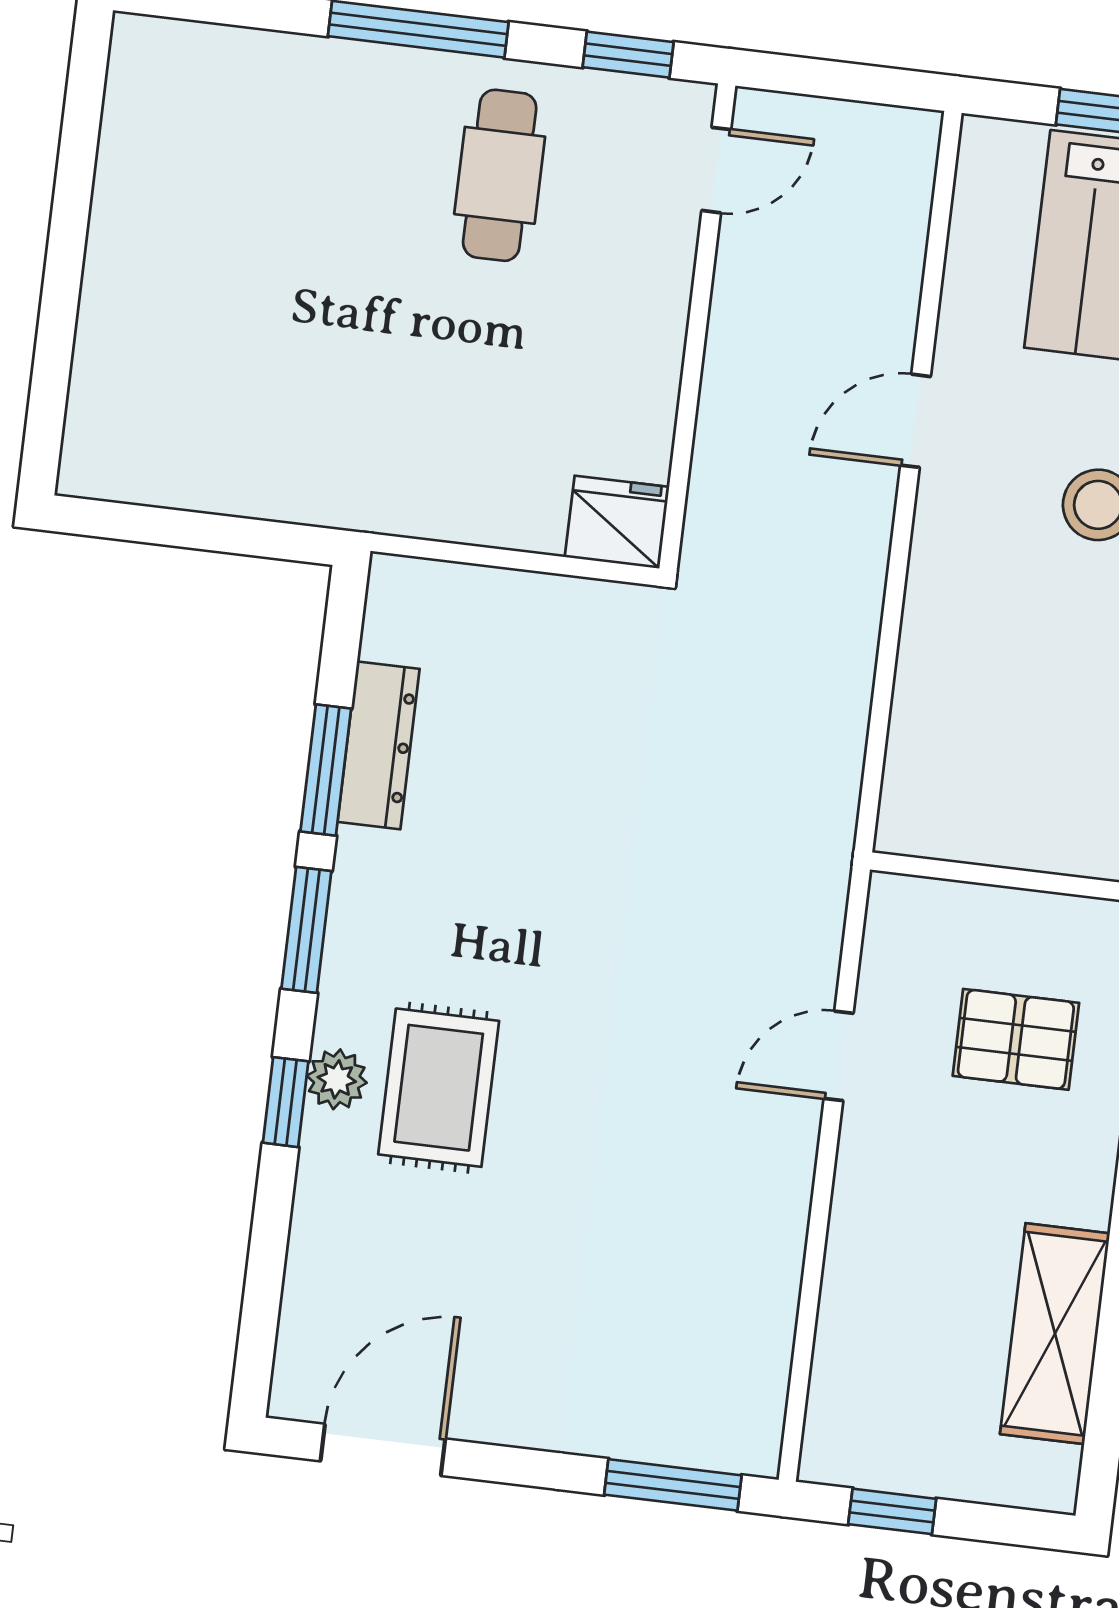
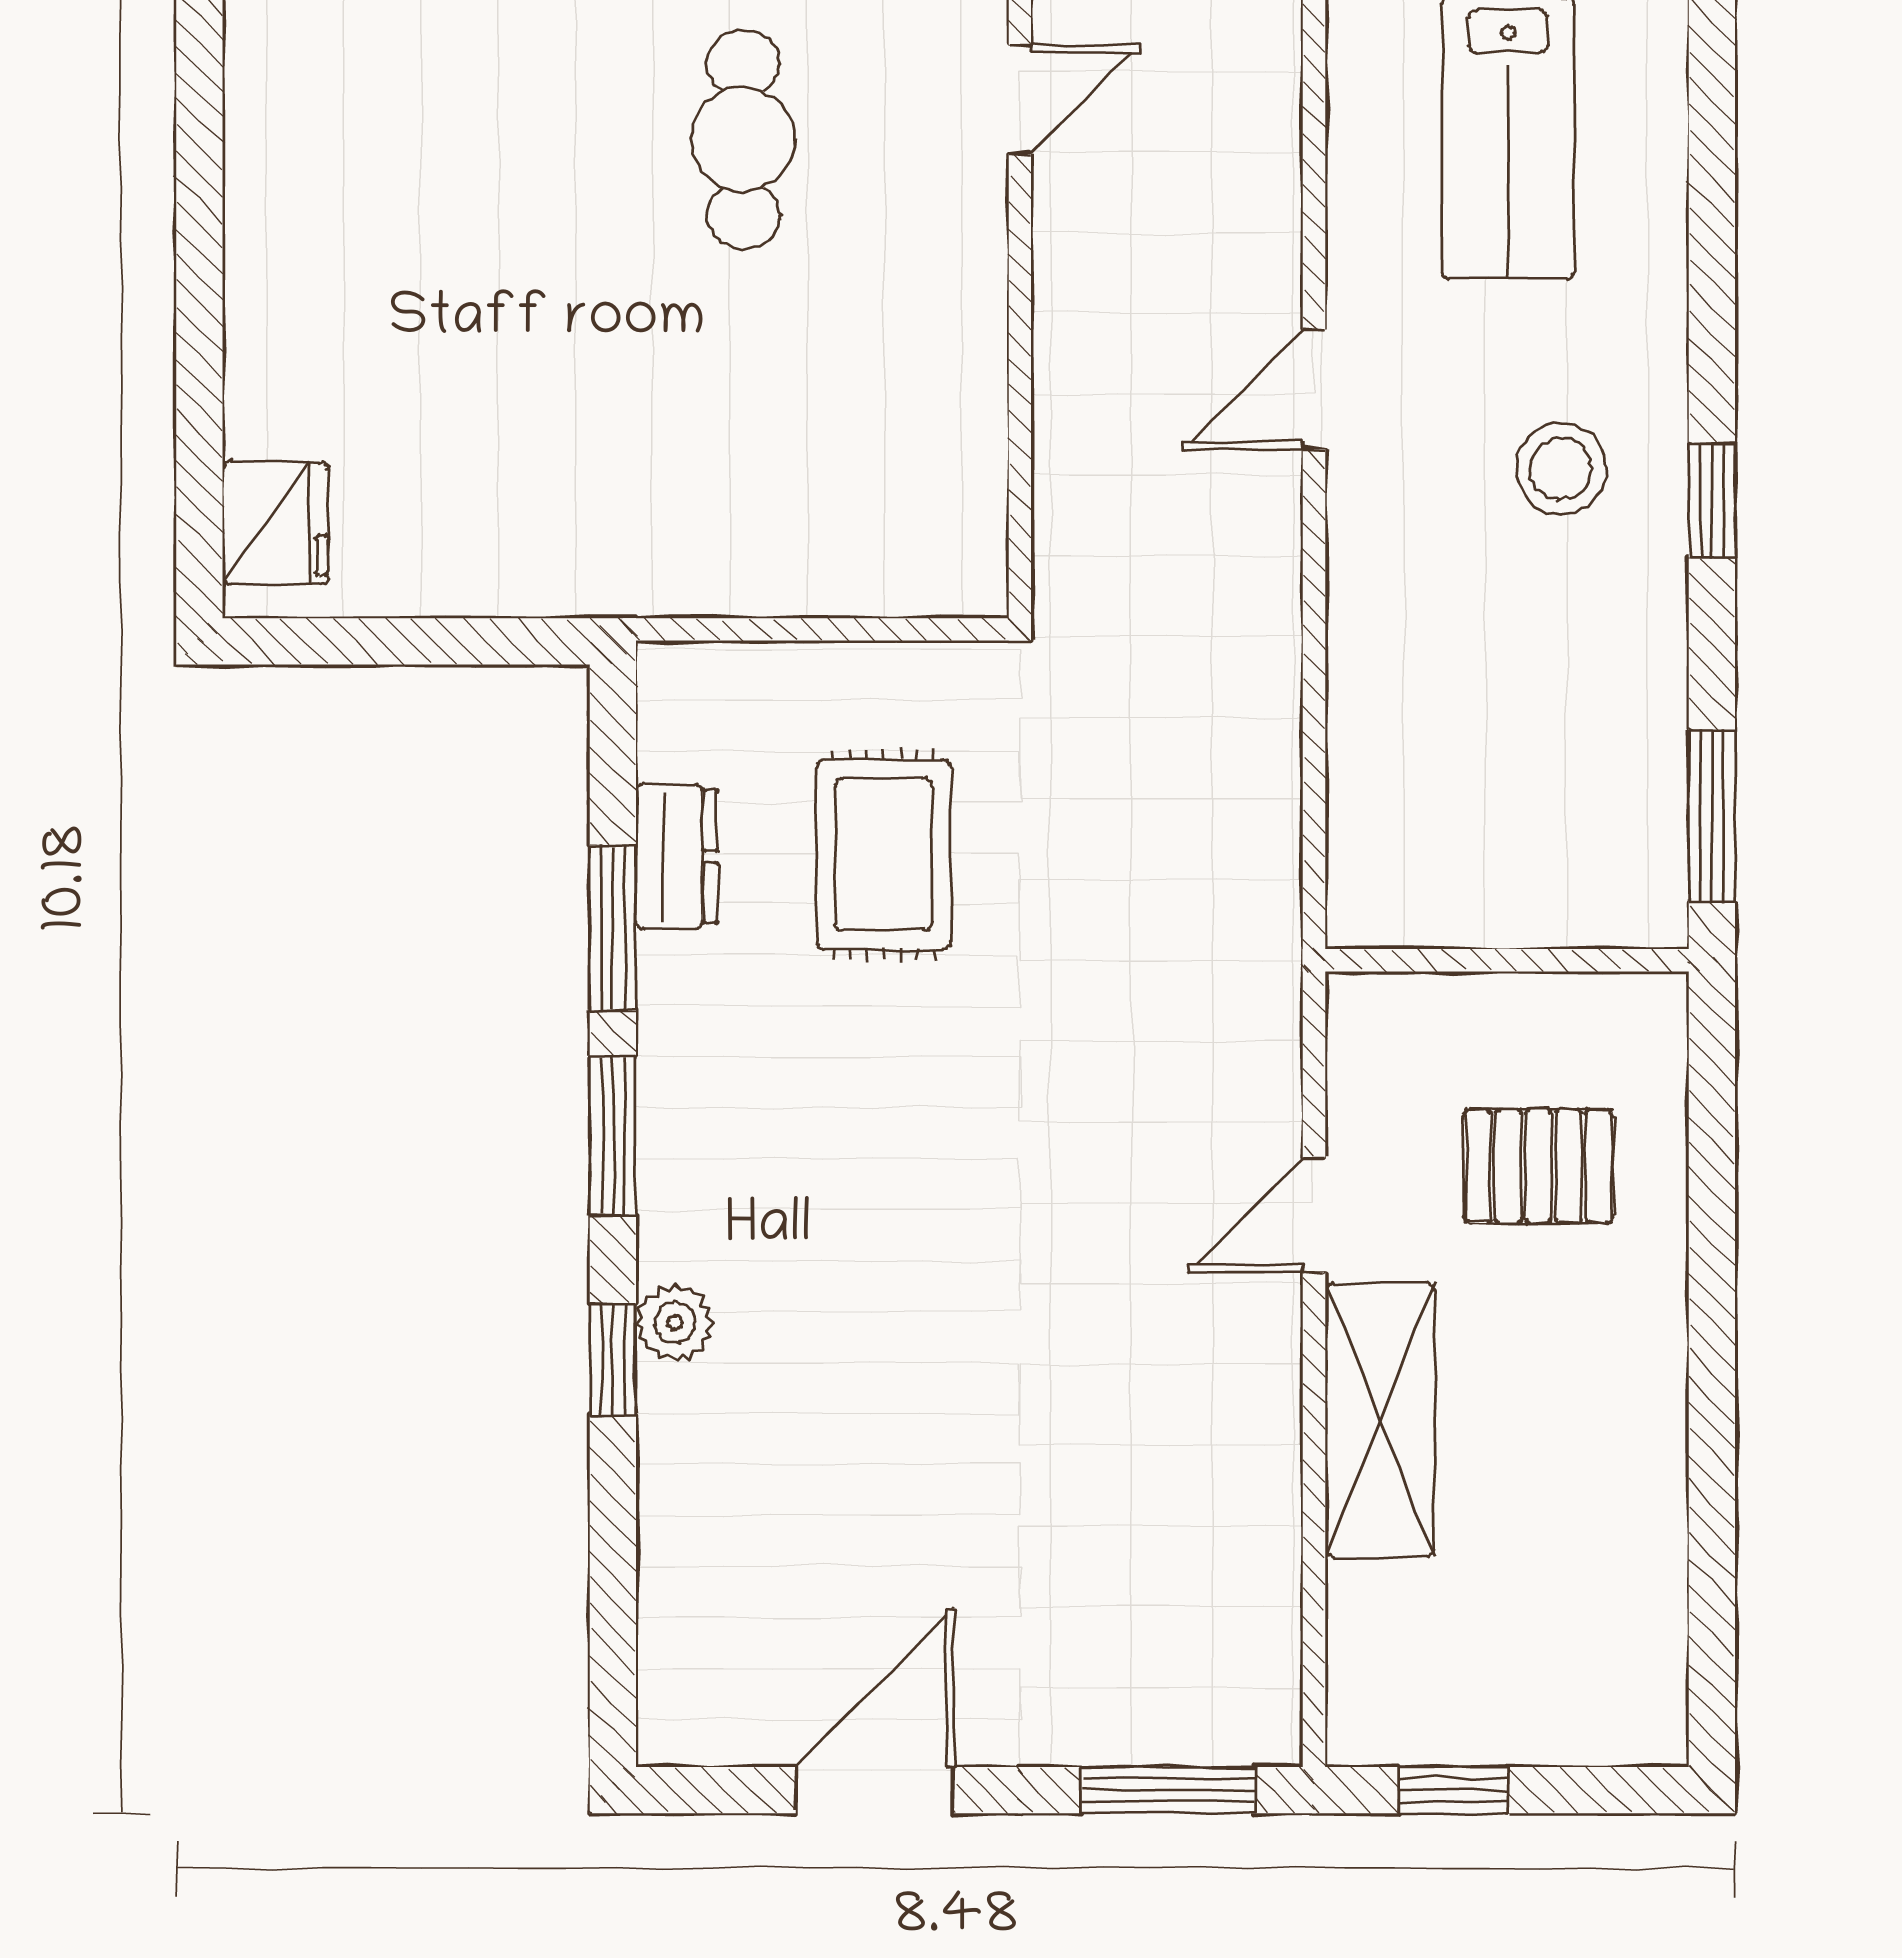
fridge: (617, 522) -> (275, 523), moved, turned 90
dresser: (379, 745) -> (677, 857), width x0.70
rug: (439, 1088) -> (883, 855), moved
shelving: (1055, 1334) -> (1380, 1420), moved
door: (383, 1450) -> (875, 1790), moved

